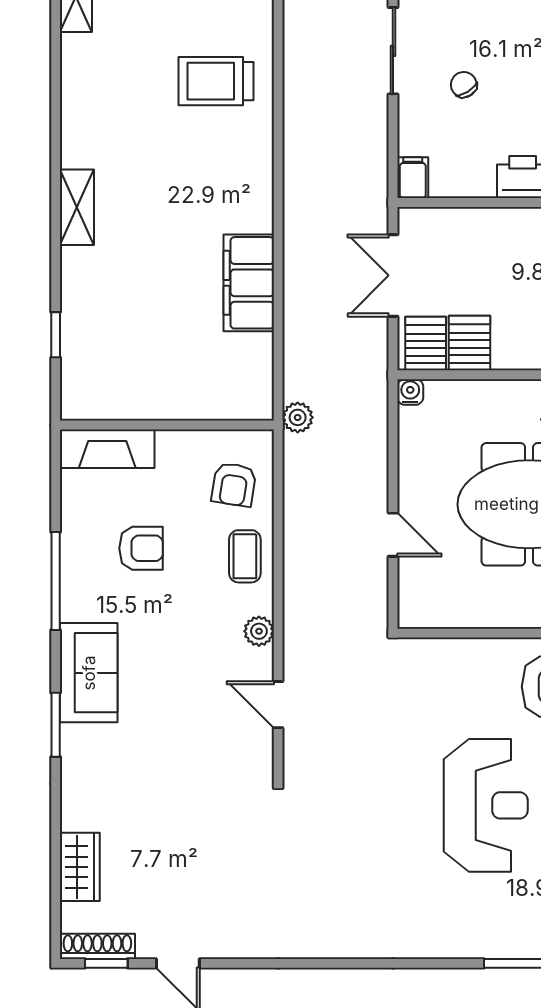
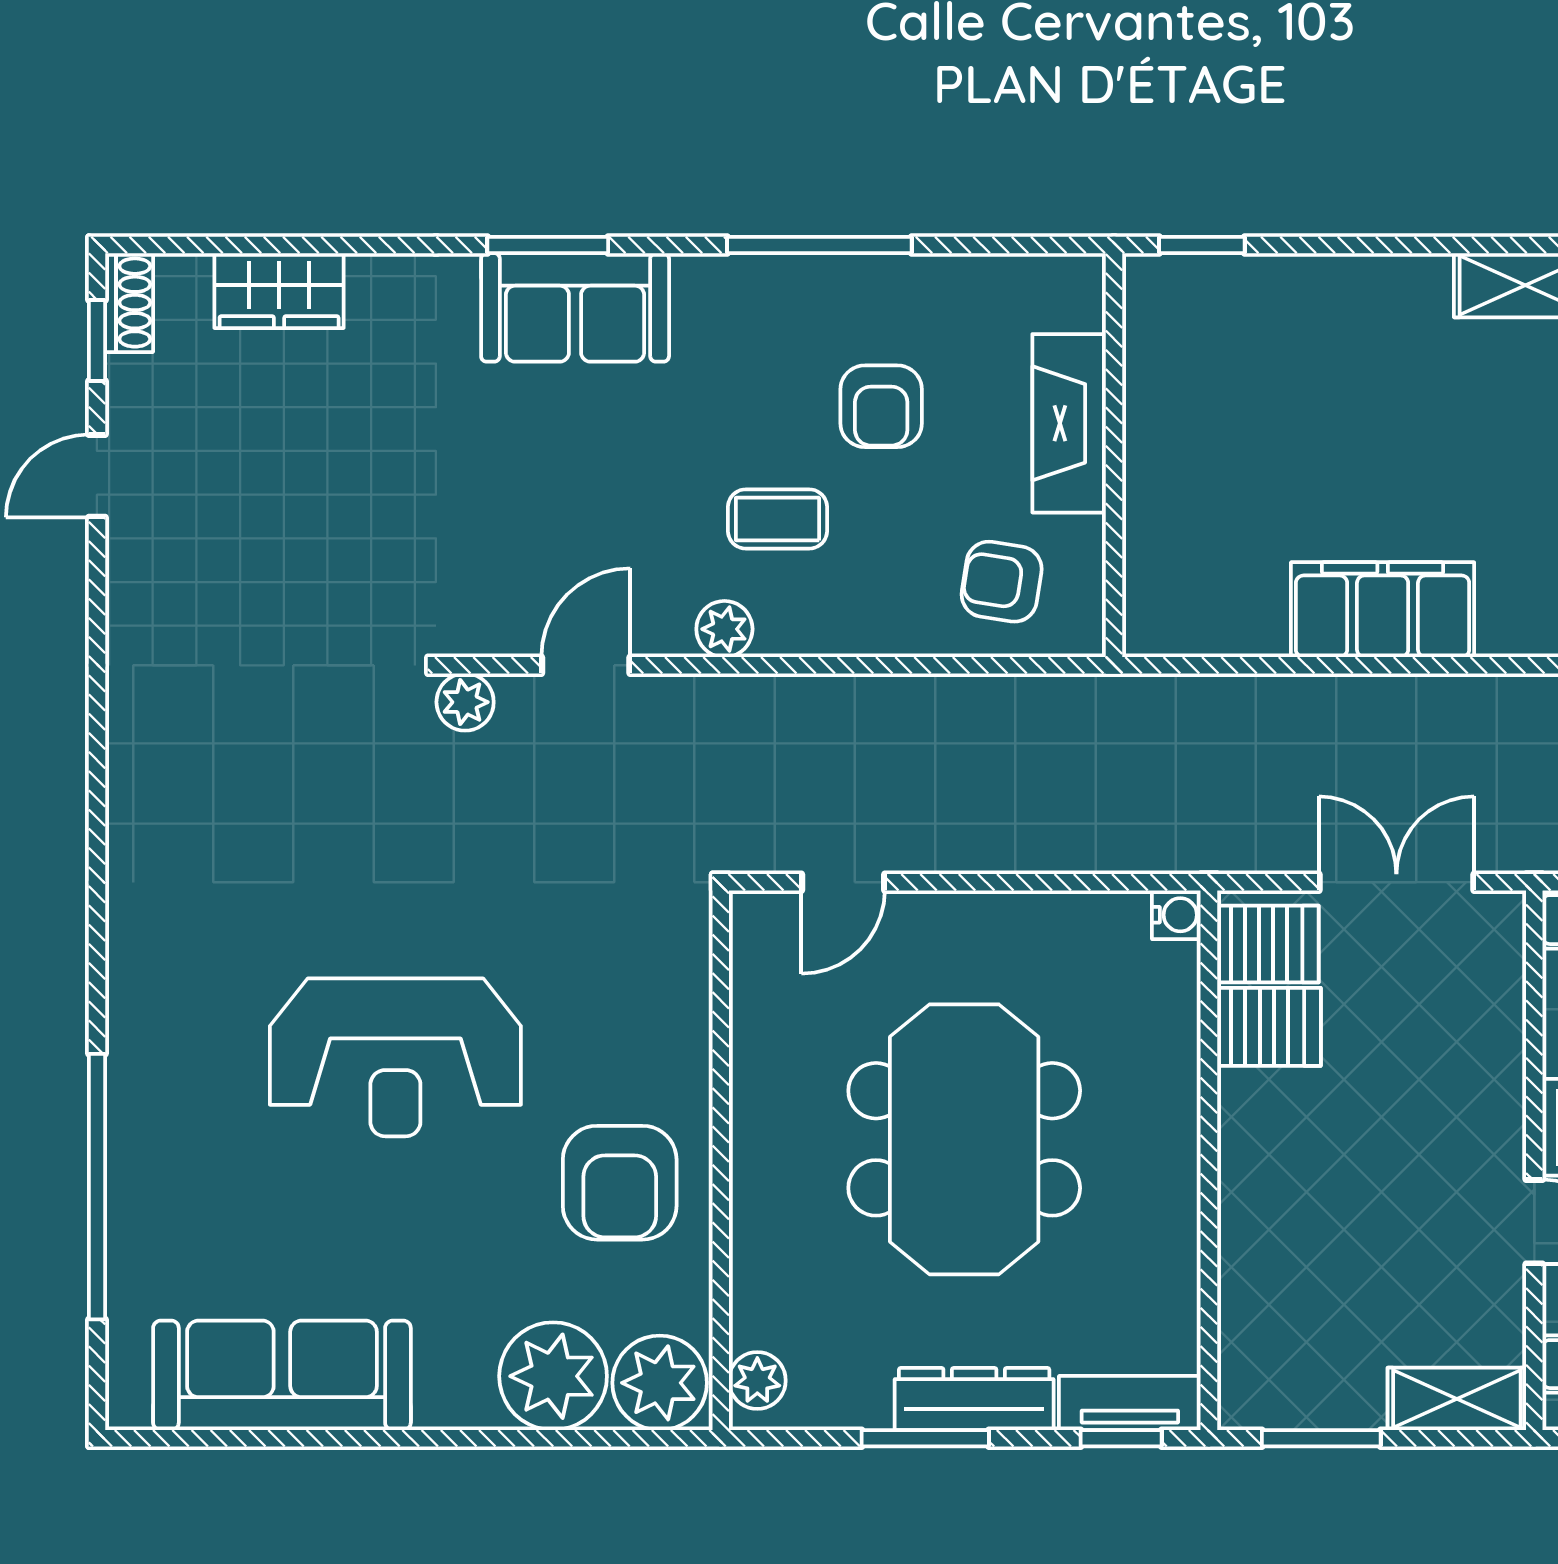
window: (56, 335) -> (1202, 245), moved
plant: (298, 417) -> (465, 702), moved
fireplace: (107, 449) -> (1069, 423), moved
door: (393, 535) -> (843, 882), moved
coffee table: (245, 556) -> (777, 519), moved
sofa: (89, 673) -> (575, 307), moved
shoe rack: (97, 946) -> (129, 303), width x0.70

